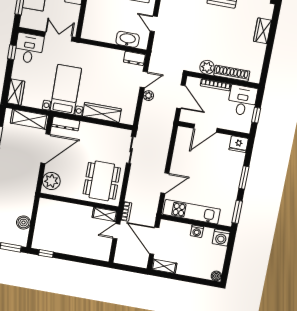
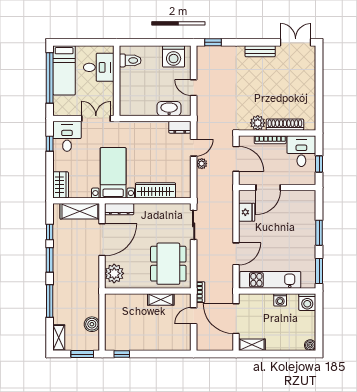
wardrobe: (262, 31) -> (308, 75), removed
fridge: (239, 144) -> (247, 212), moved, turned -90
shelving: (105, 214) -> (161, 300), moved

